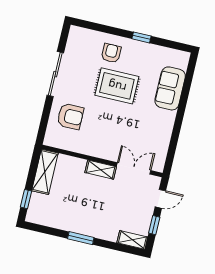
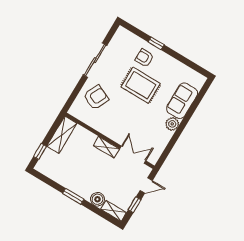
window: (141, 37) -> (156, 43), moved
armchair: (111, 53) -> (144, 58), turned -90
armchair: (70, 116) -> (96, 97), turned -65
plant: (167, 119) -> (172, 124), added
boiler: (110, 233) -> (97, 199), added

